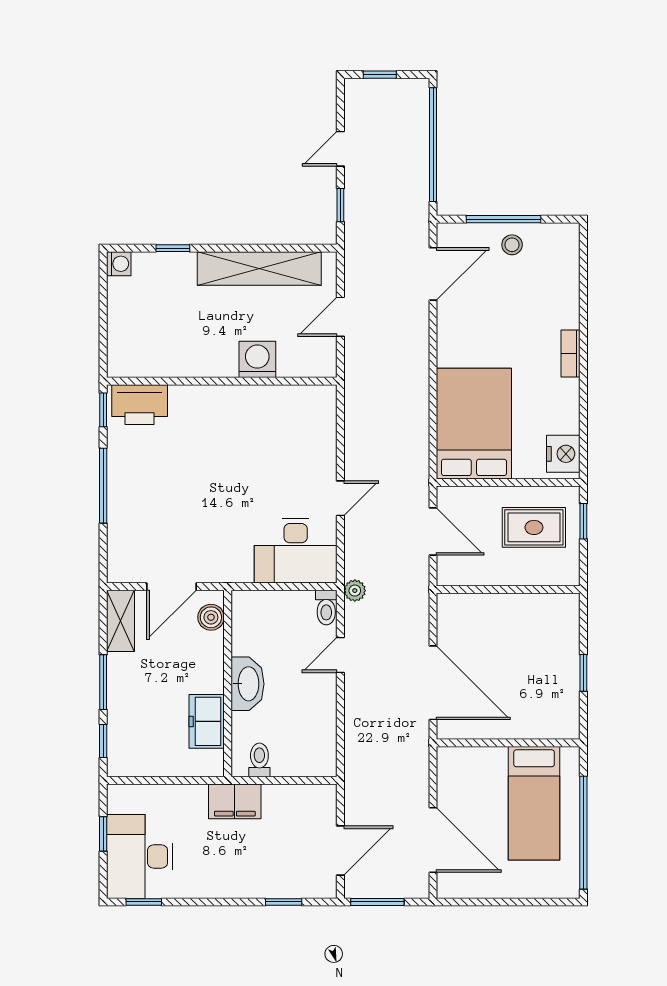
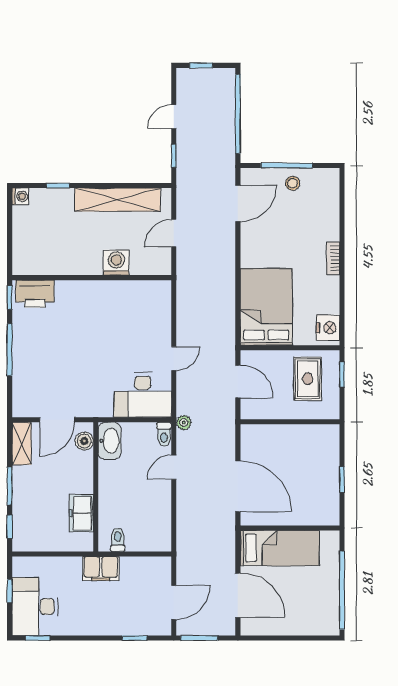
rug: (534, 527) -> (308, 379), turned 90
washbasin: (247, 684) -> (109, 441), moved
bed: (534, 803) -> (280, 548), moved, turned -90

